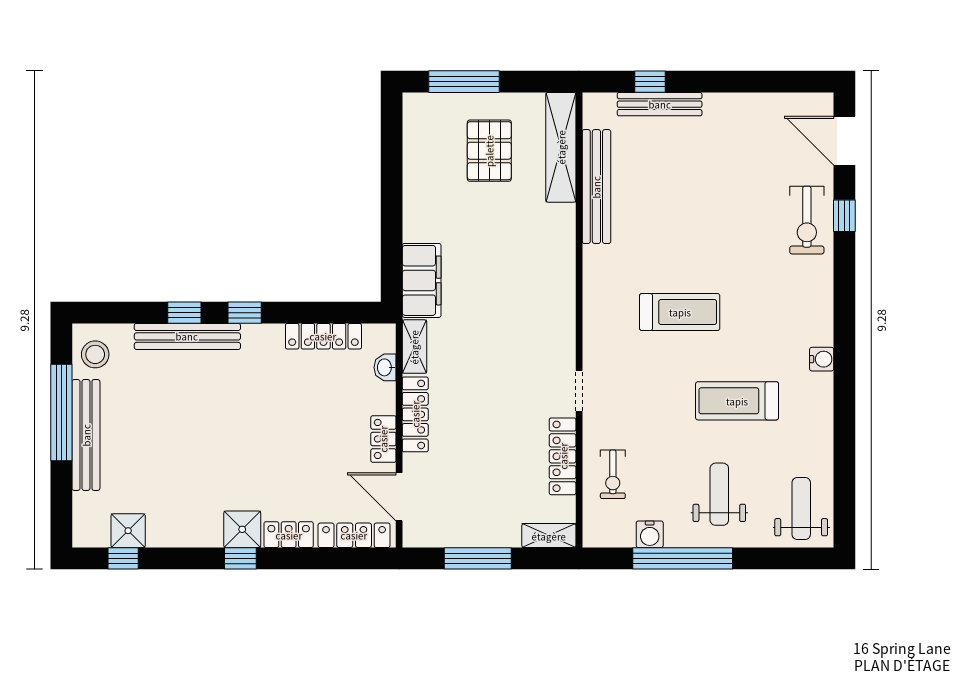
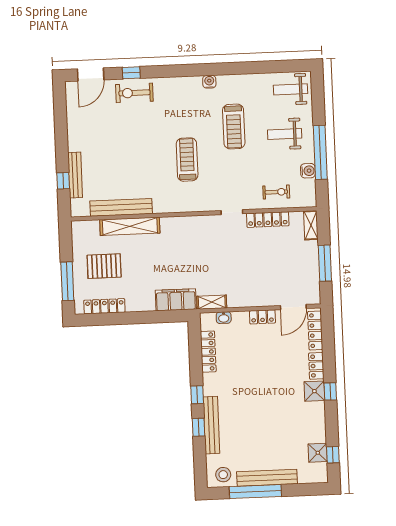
shelving: (561, 147) -> (130, 226), moved
exercise bike: (807, 220) -> (134, 93), turned 180
locker: (415, 414) -> (104, 306), moved

